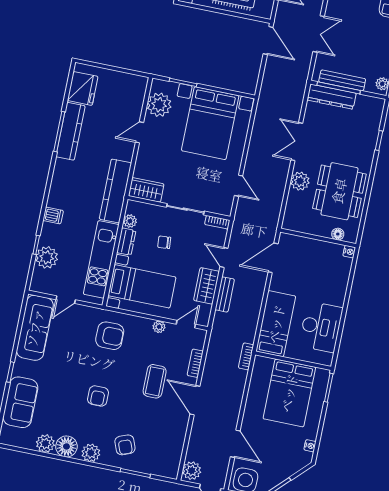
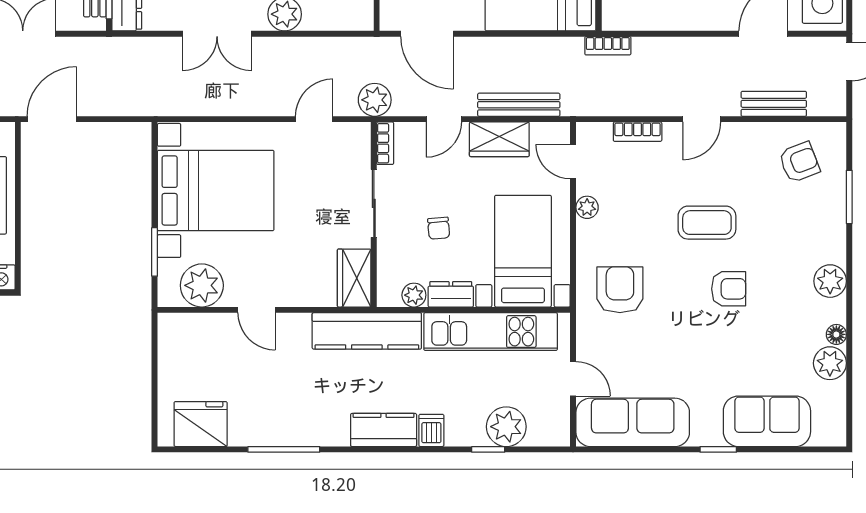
kitchen counter: (70, 131) -> (384, 430), moved, width x0.67
bench: (225, 294) -> (519, 105), width x1.36
coffee table: (155, 381) -> (707, 223), moved
door: (195, 400) -> (702, 119), width x0.73
bench: (195, 442) -> (774, 104), added
armchair: (125, 445) -> (799, 162), moved
floor lamp: (66, 446) -> (836, 334), width x0.53, depth x0.53
plant: (192, 471) -> (375, 100), moved

